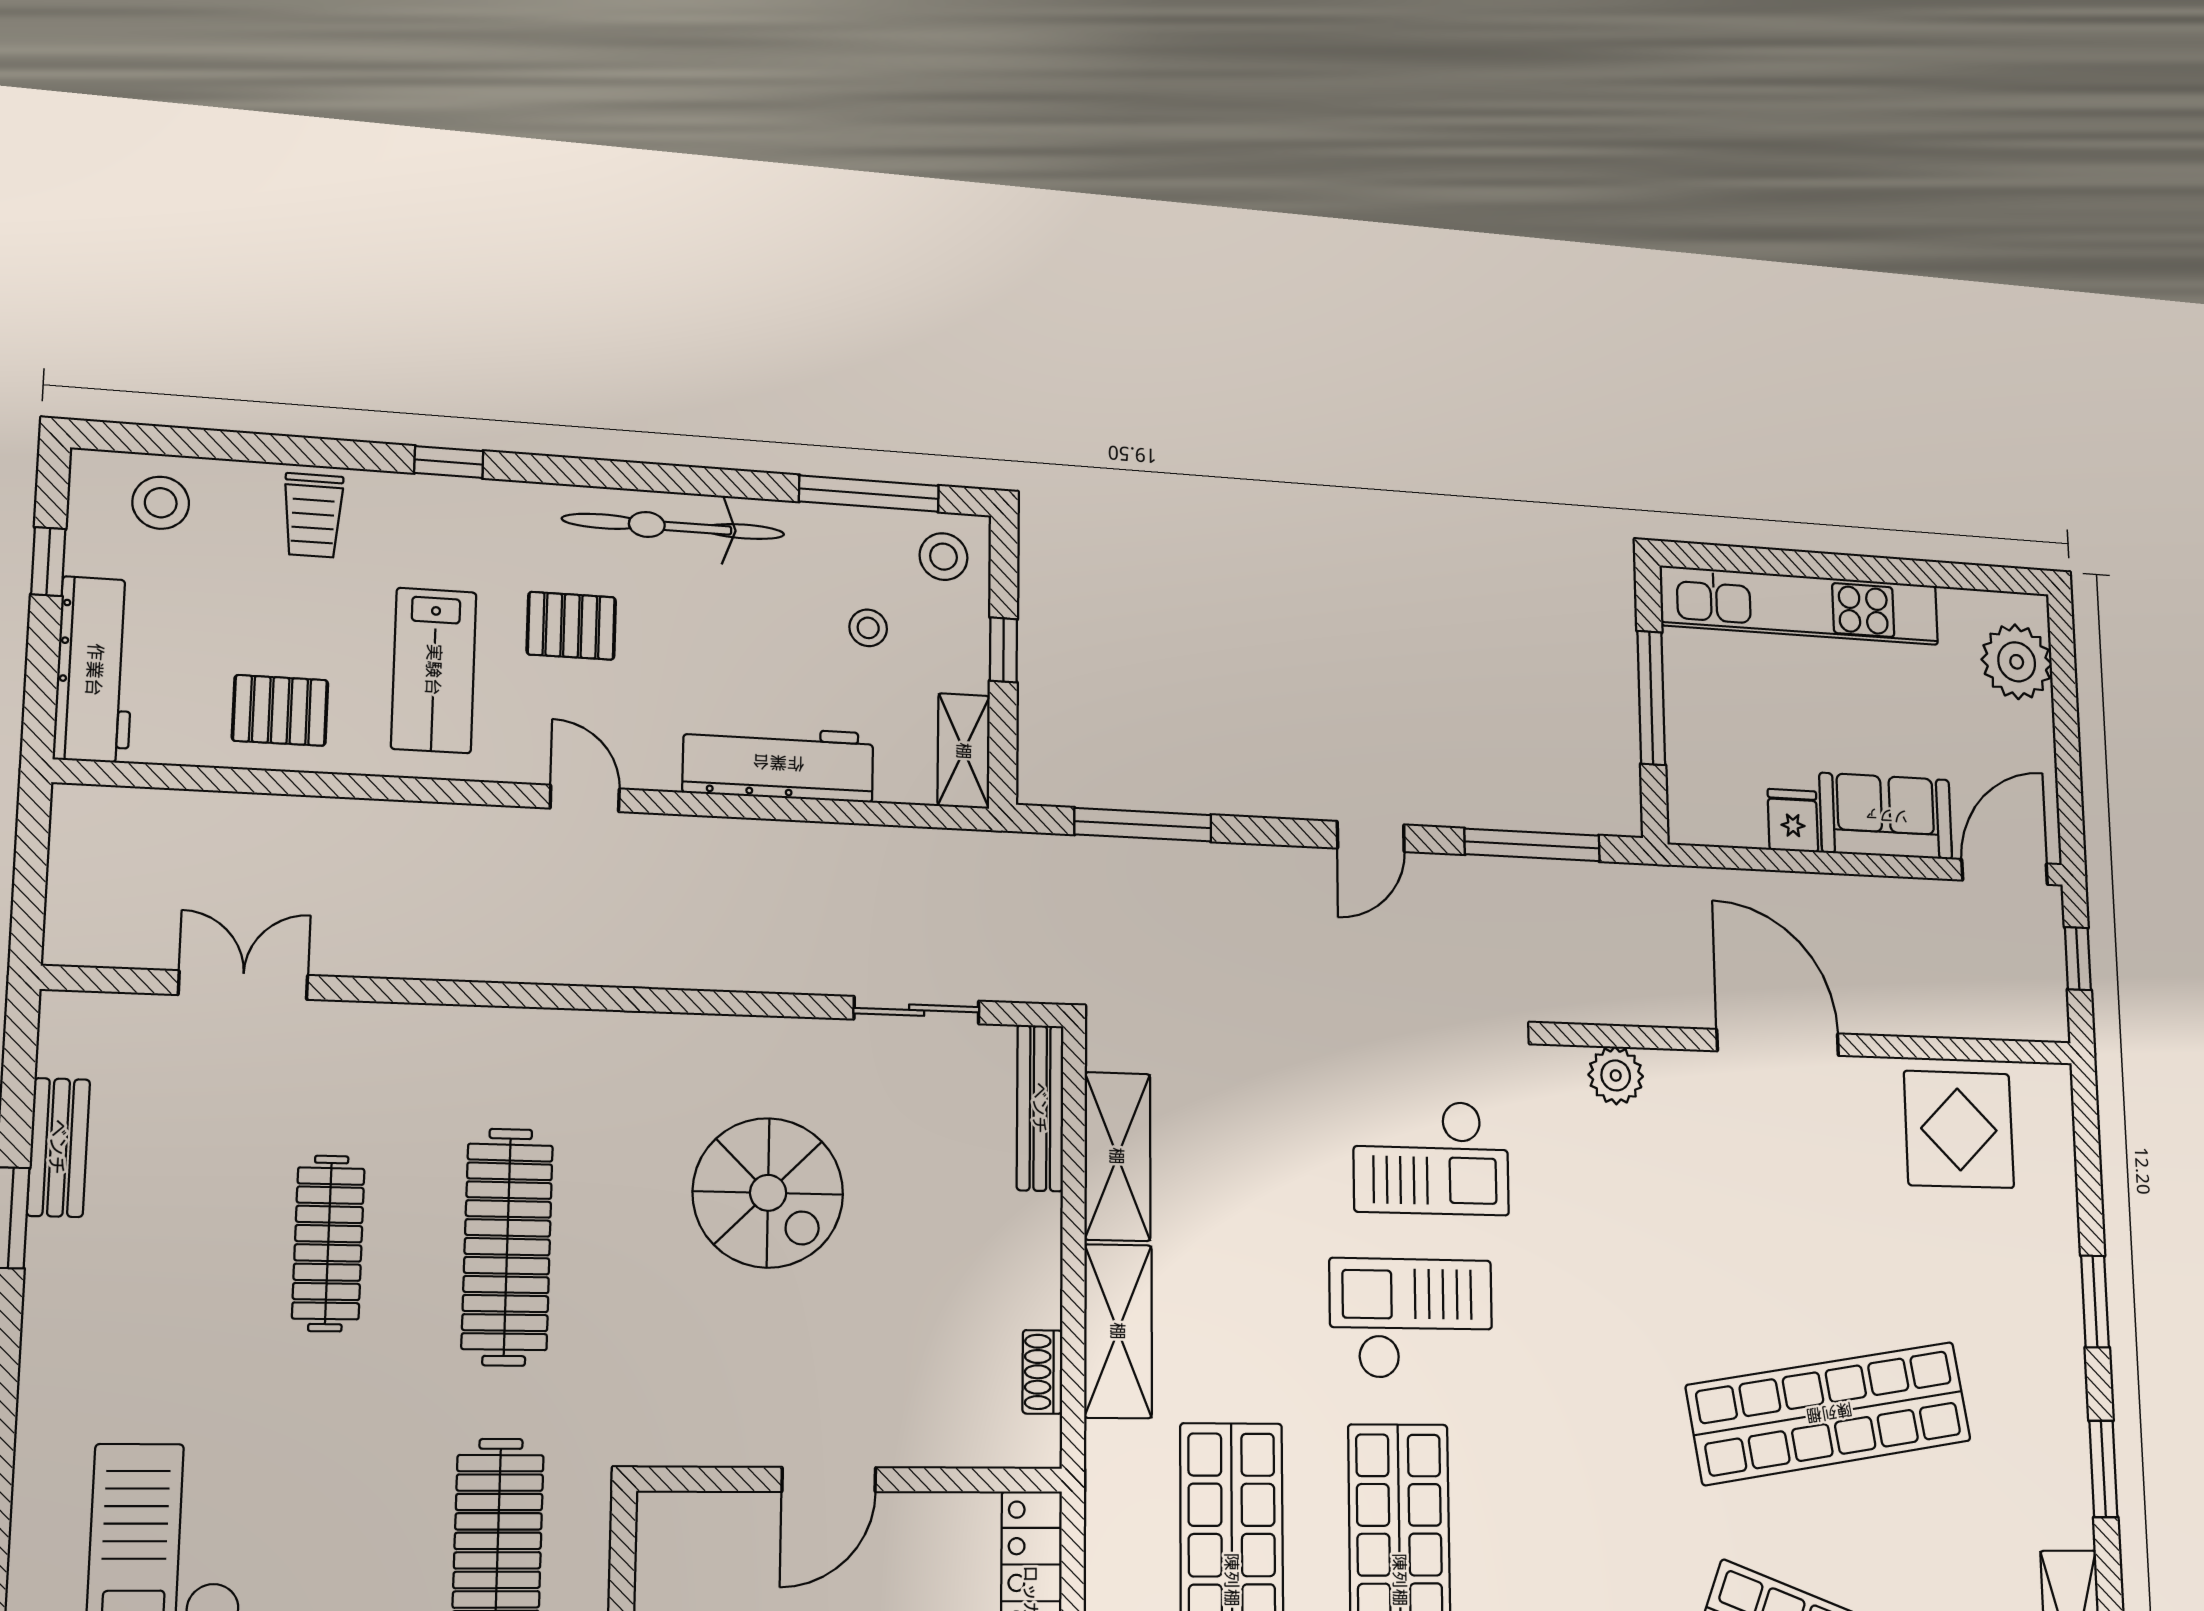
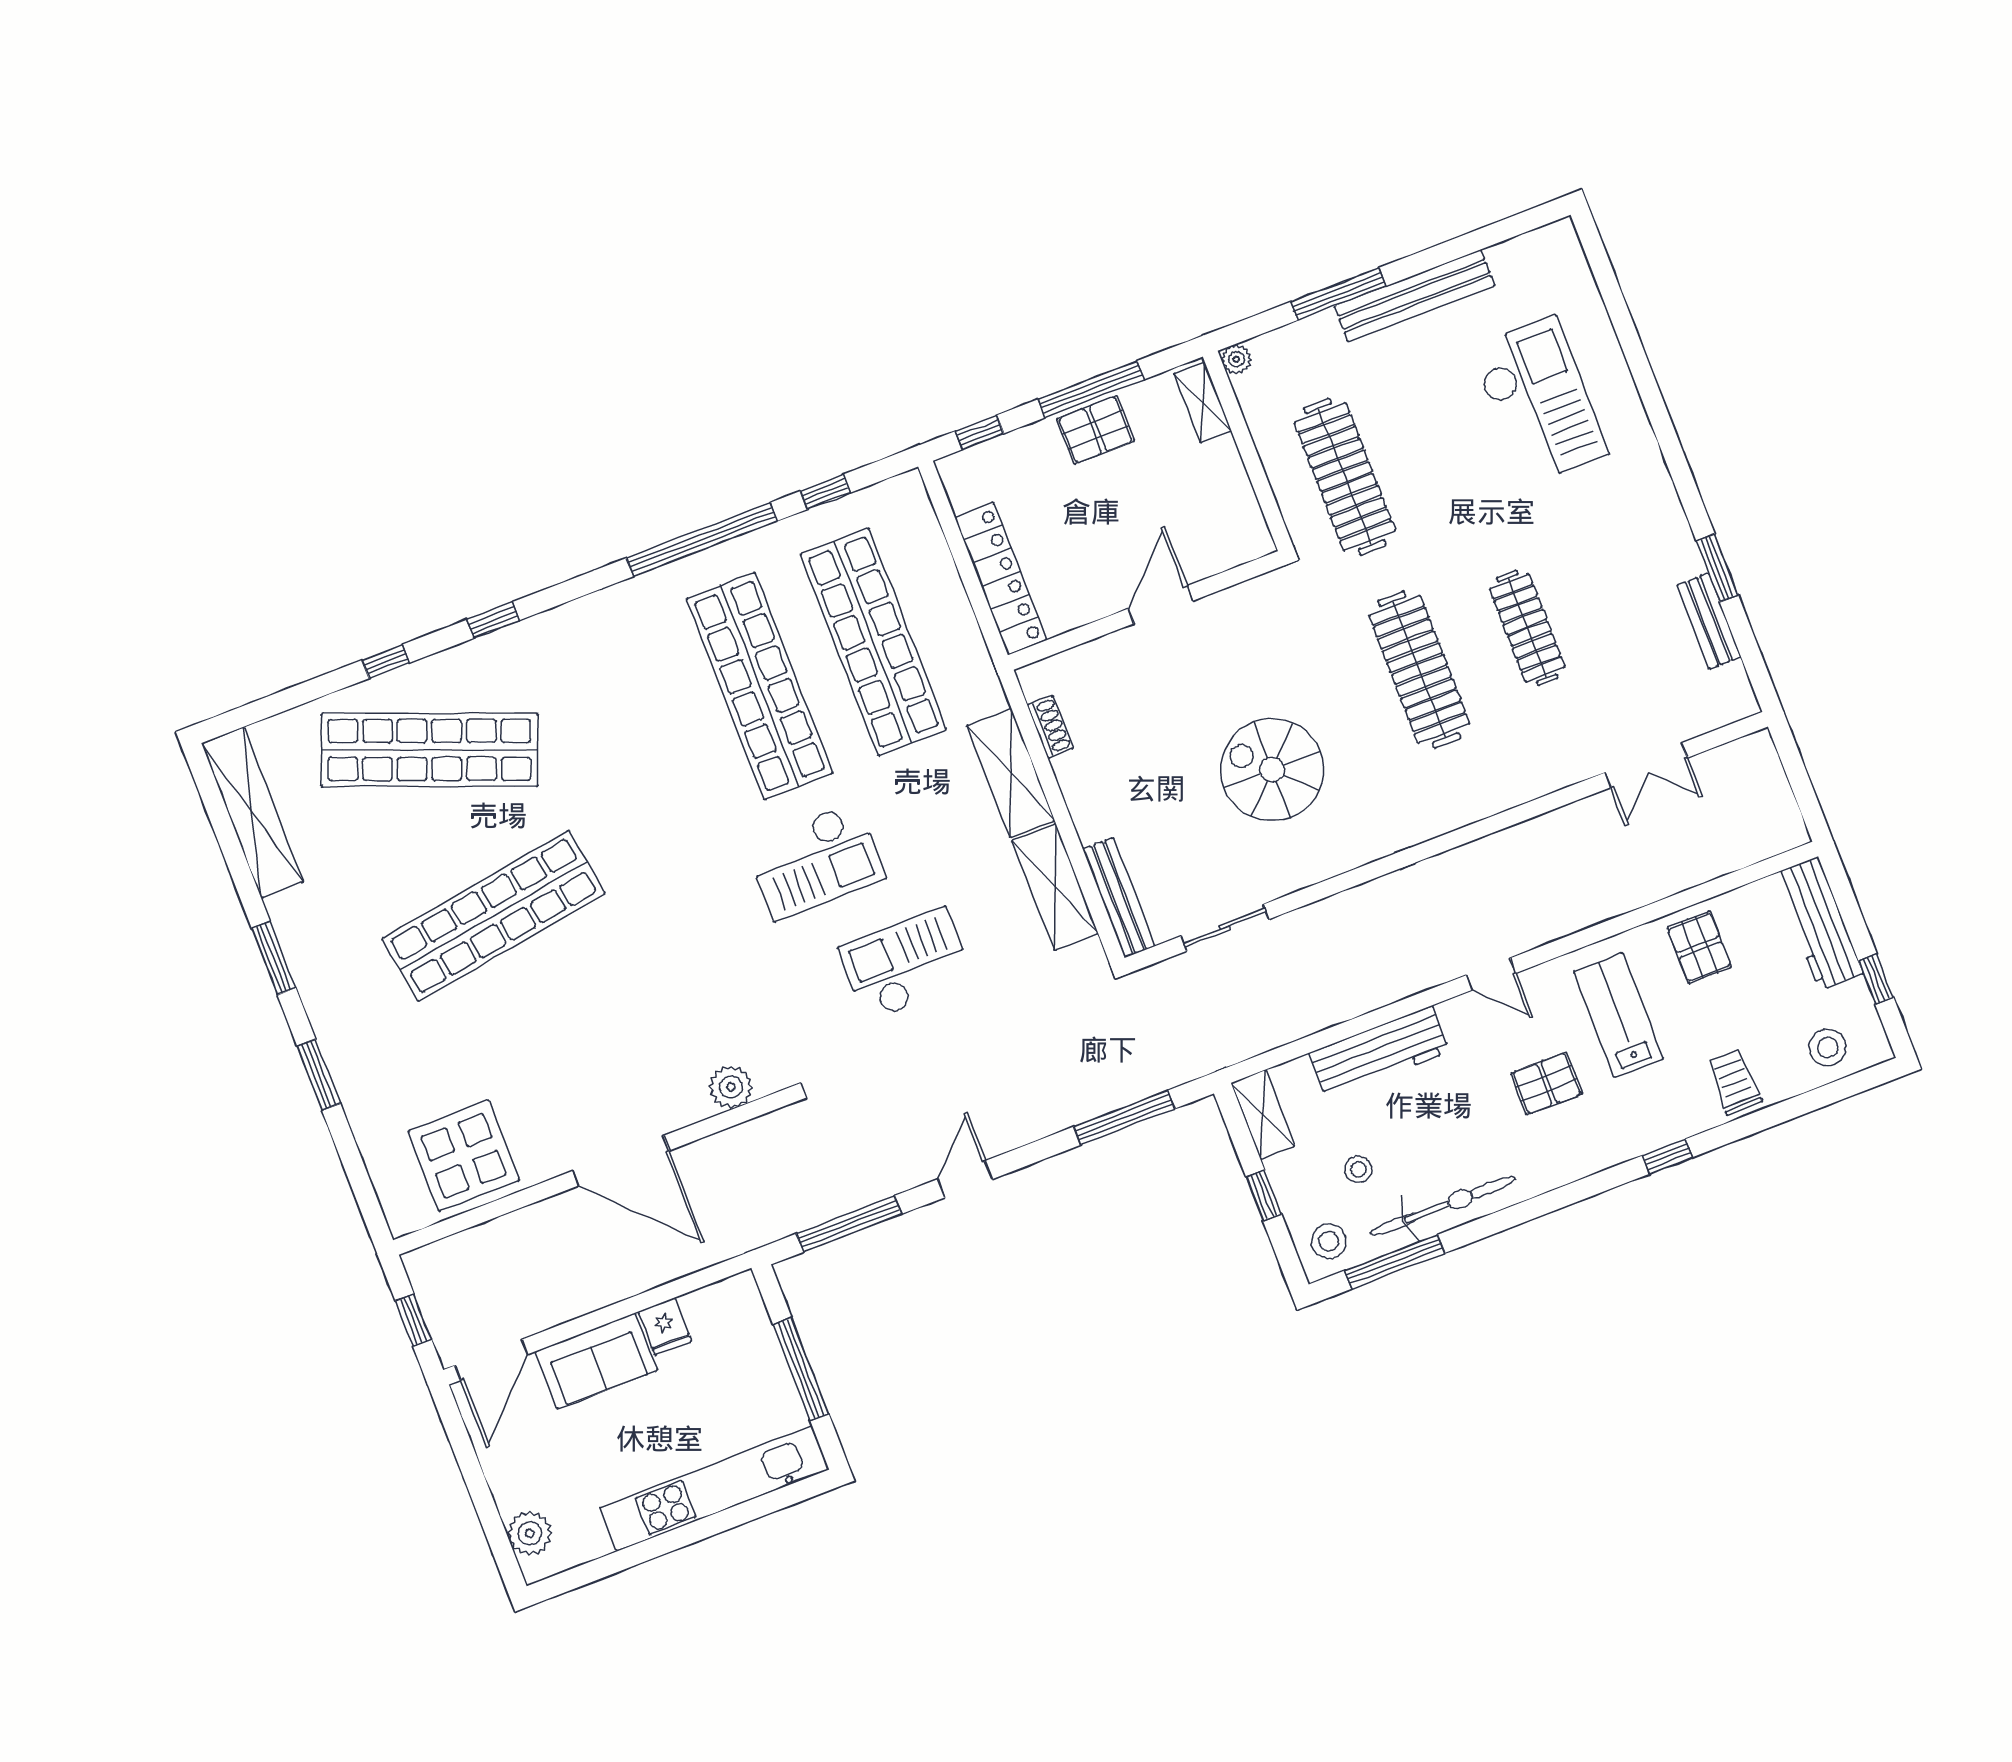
bicycle: (674, 526) -> (1443, 1206), moved
plant: (2017, 662) -> (530, 1533), width x0.73, depth x0.73
pallet: (280, 710) -> (1699, 947), turned 90
checkout: (1431, 1157) -> (906, 964), moved

